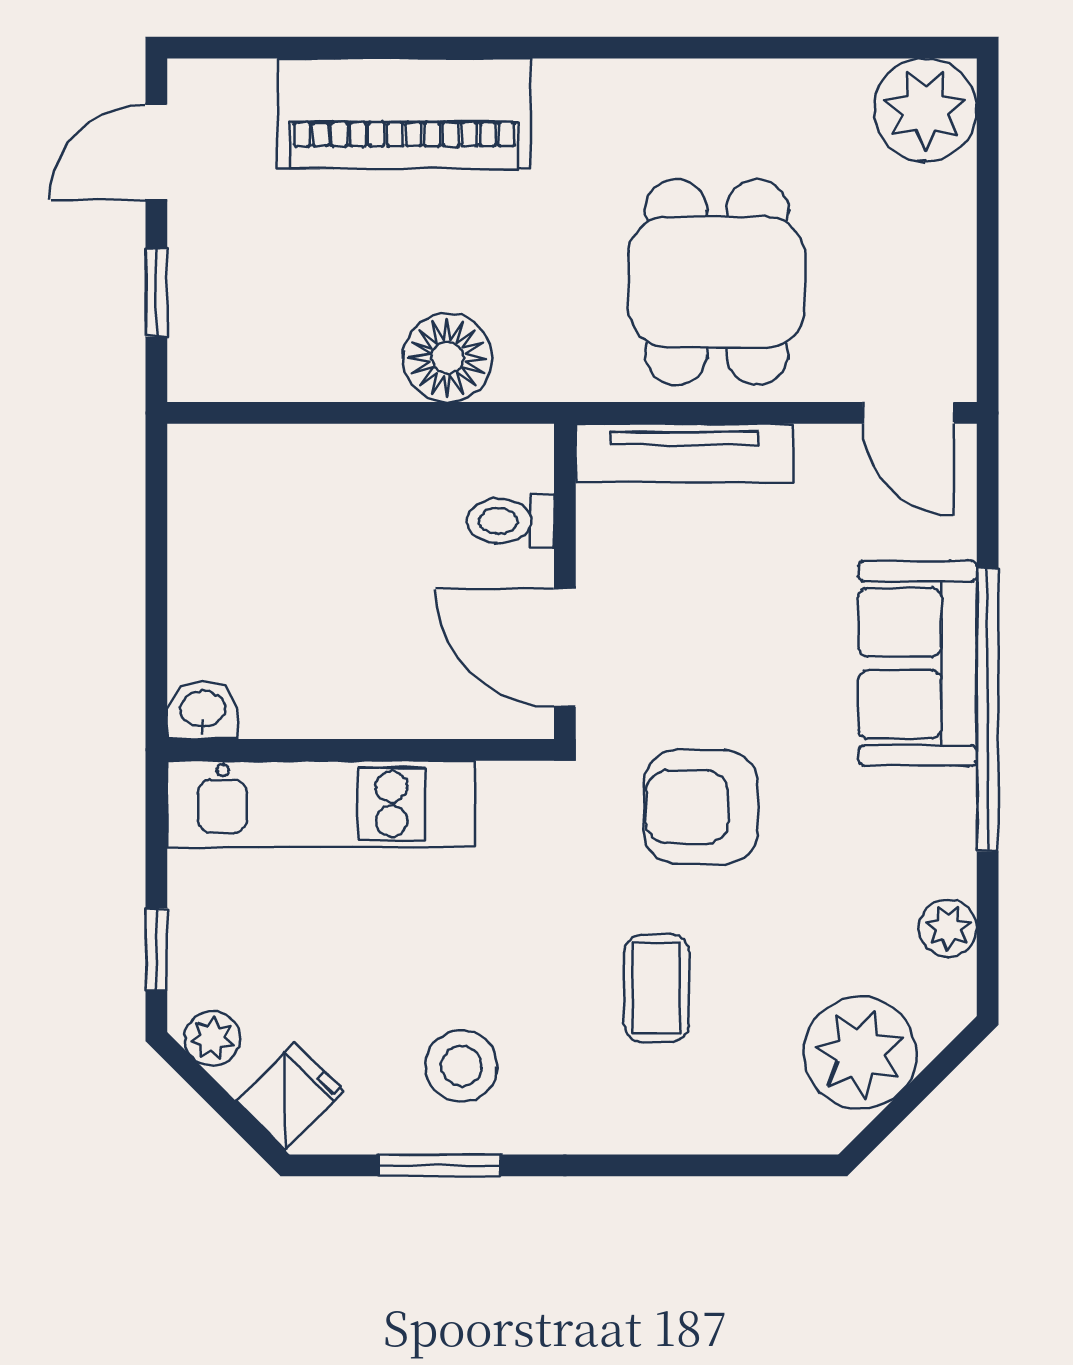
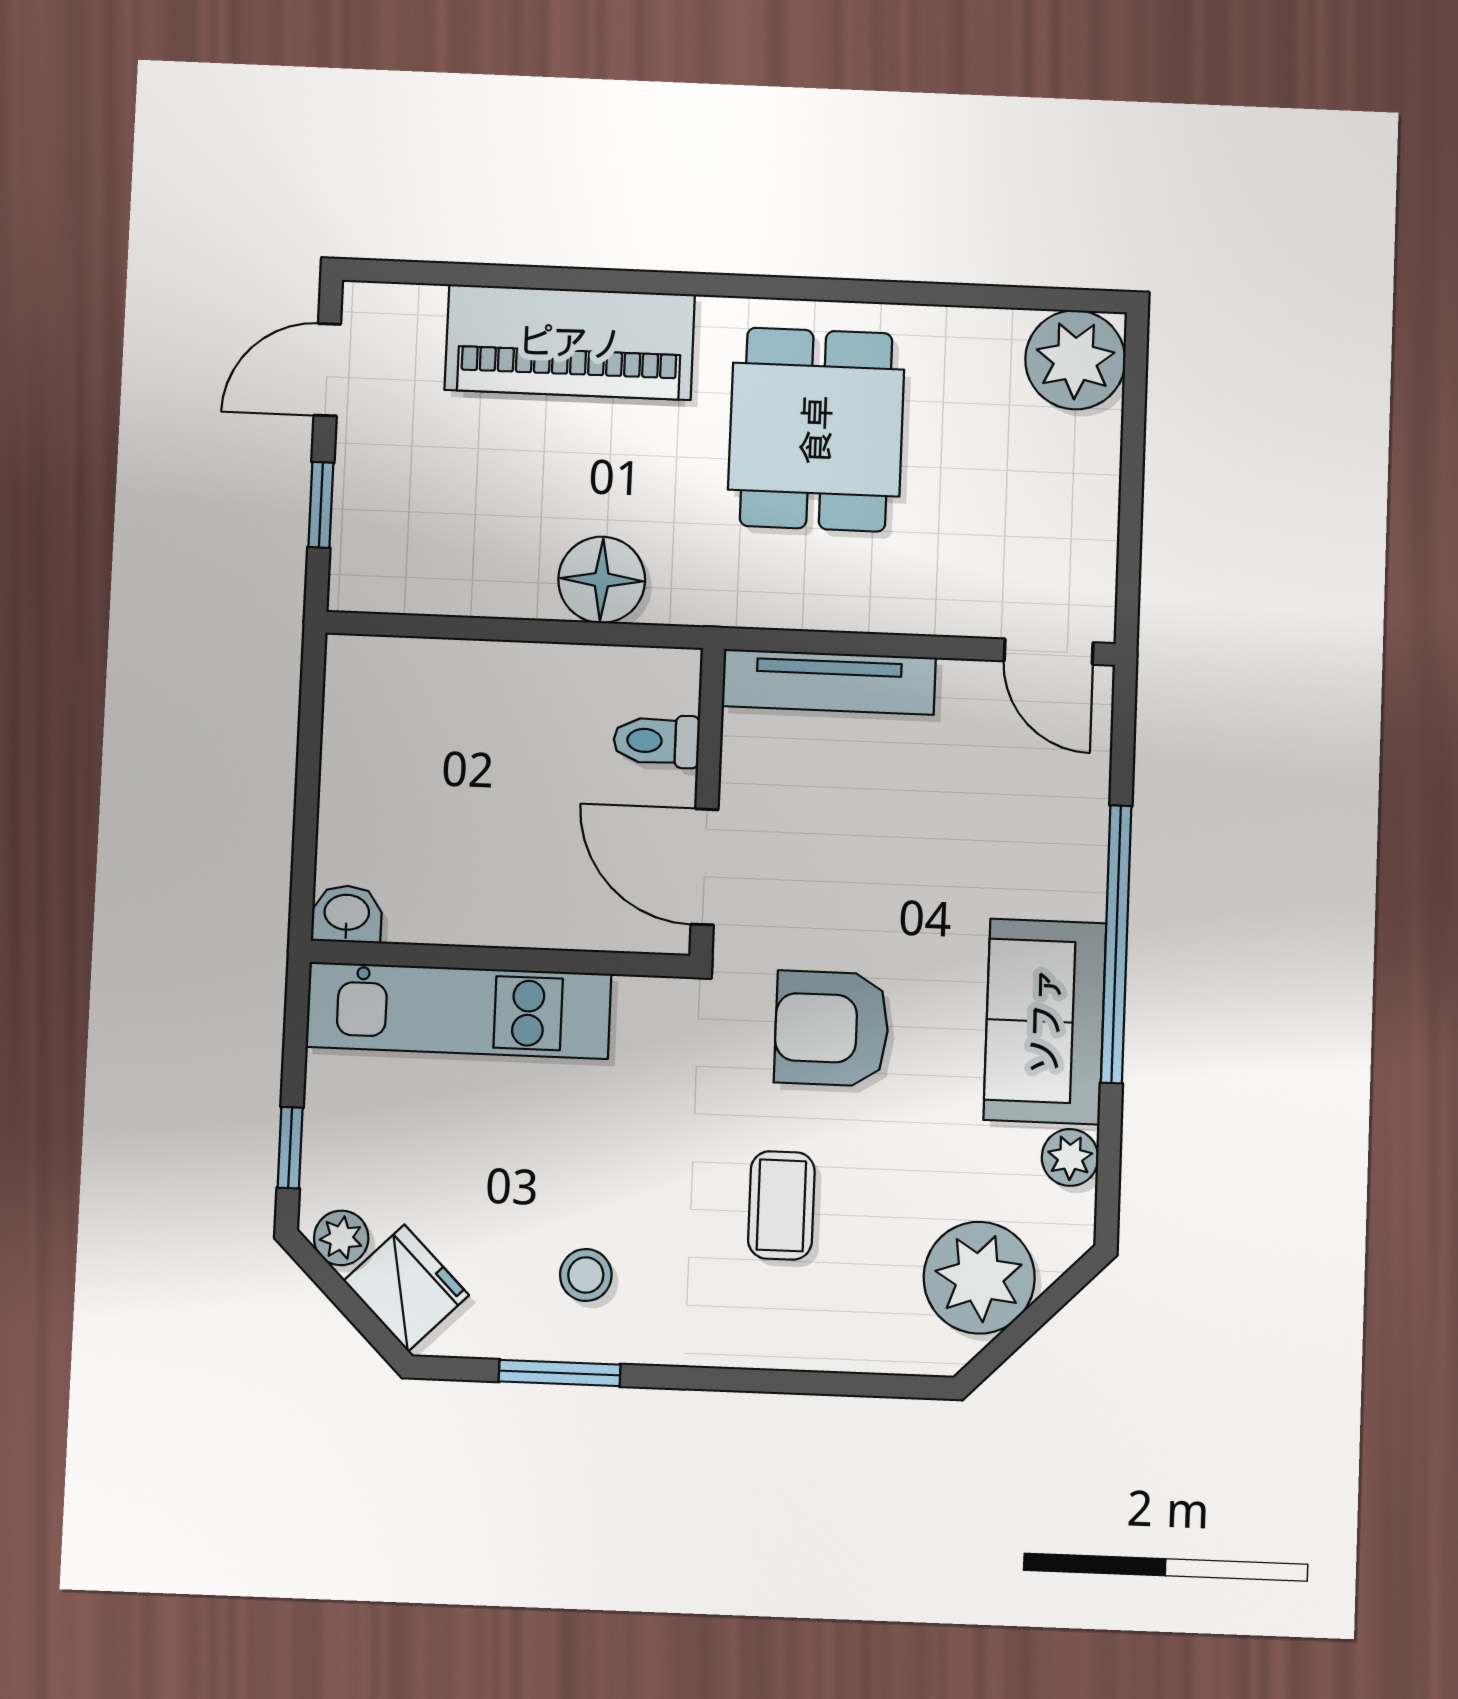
dining table: (717, 282) -> (816, 430), moved
sofa: (918, 663) -> (1045, 1021), moved
stool: (461, 1066) -> (586, 1275), width x0.73, depth x0.73
fridge: (290, 1096) -> (406, 1288), width x1.38

